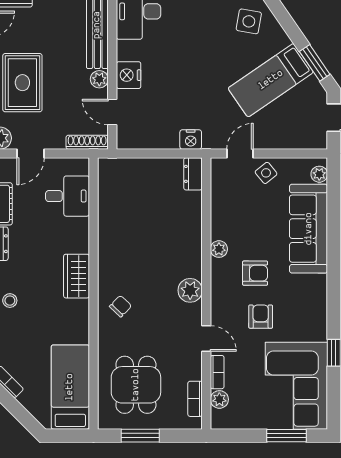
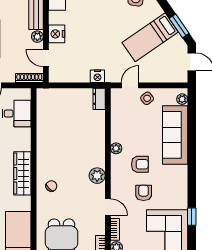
wardrobe: (77, 276) -> (22, 173), width x1.50

